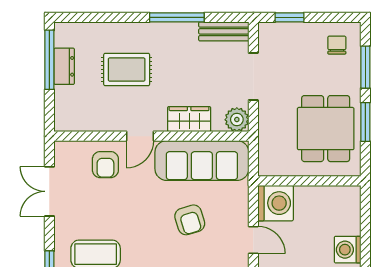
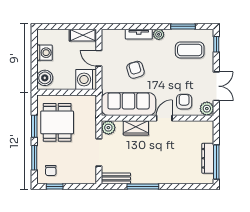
window: (289, 17) -> (55, 186), moved
dresser: (64, 66) -> (208, 158), width x1.44
rug: (127, 70) -> (172, 156), removed
plant: (66, 153) -> (207, 109), added
boiler: (347, 206) -> (45, 78), added

